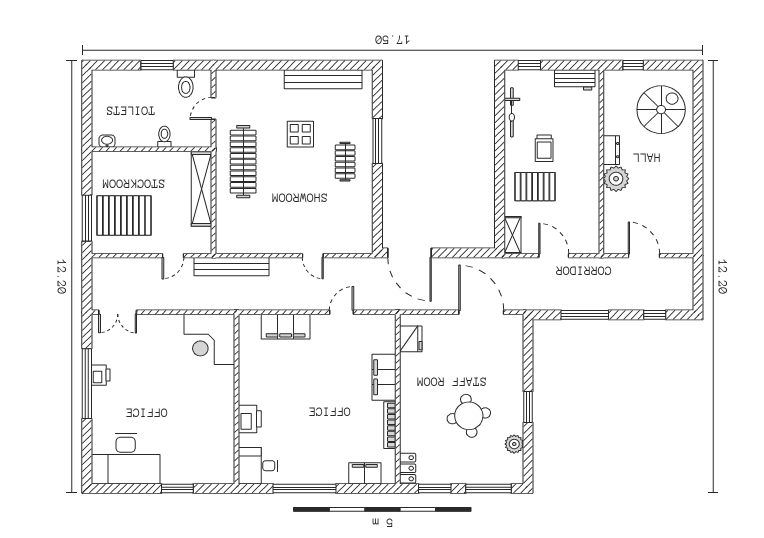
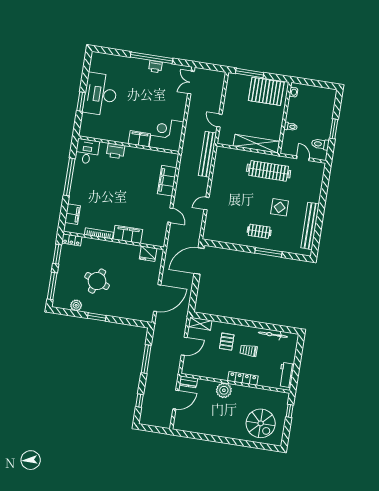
window: (529, 65) -> (299, 349), removed
dresser: (611, 150) -> (188, 382), moved
locker: (592, 151) -> (243, 378), added
pallet: (535, 187) -> (227, 342), width x0.67, depth x0.71
pallet: (124, 215) -> (266, 91), moved, turned 90
filing cabinet: (223, 383) -> (139, 139), added
round table: (469, 416) -> (97, 281), turned 31
desk: (126, 459) -> (100, 94), moved

